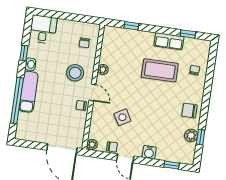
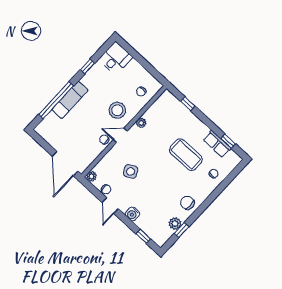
row of seats: (169, 41) -> (217, 144), moved
washbasin: (30, 64) -> (86, 79), removed
door: (92, 93) -> (120, 135), swing flipped

